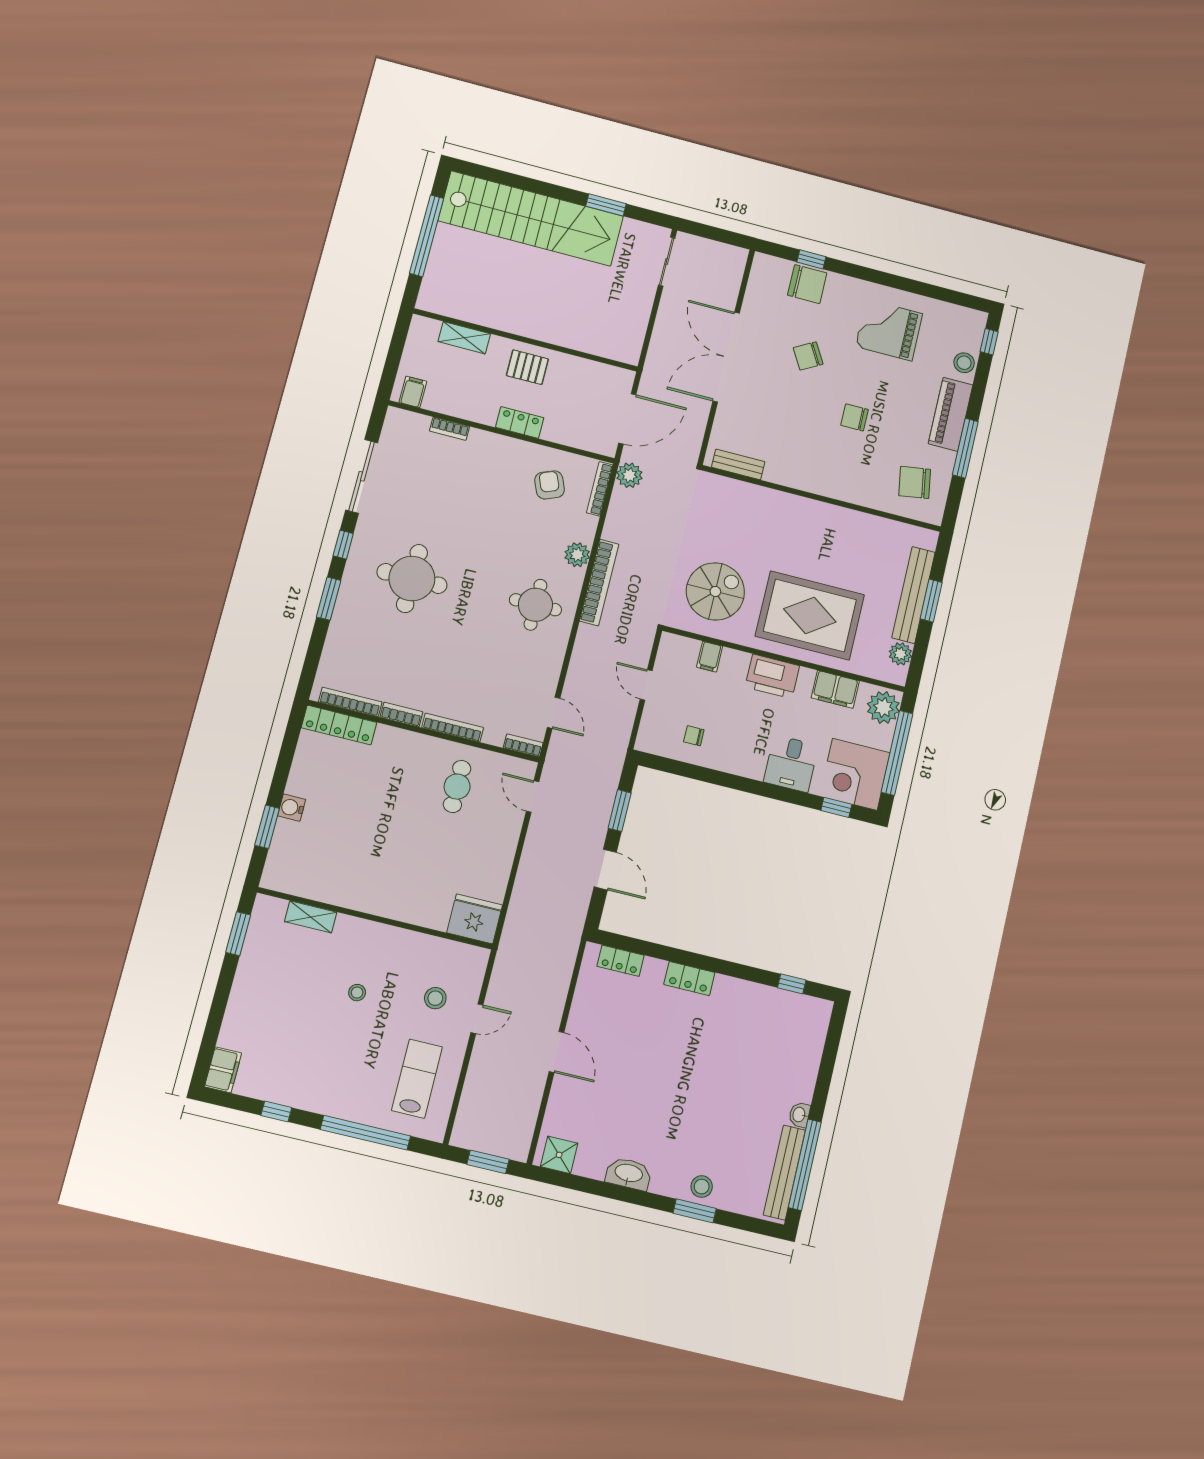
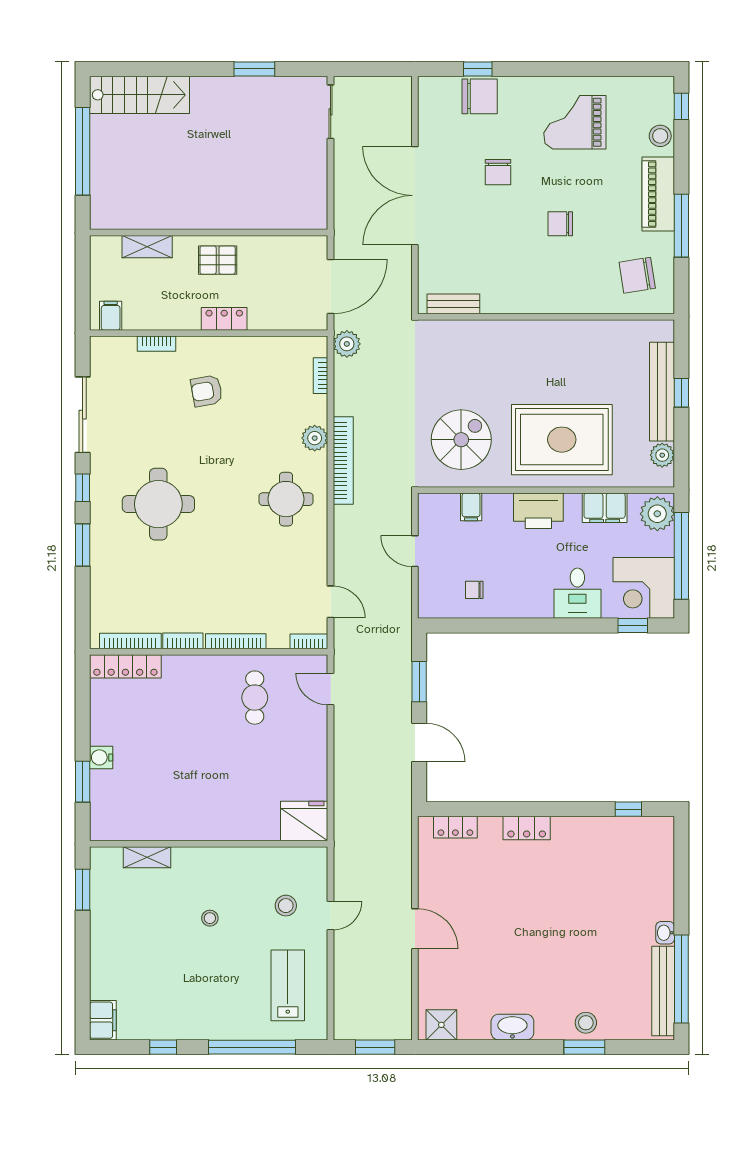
stairs: (531, 218) -> (140, 95), width x0.54, depth x0.66
chair: (808, 356) -> (498, 172), turned -60
armchair: (550, 485) -> (207, 391), moved, turned -78
bookcase: (600, 489) -> (321, 376), width x0.64
window: (931, 601) -> (681, 393), width x0.67

